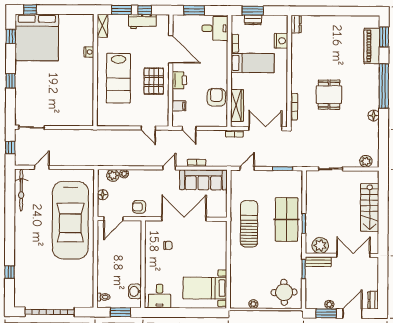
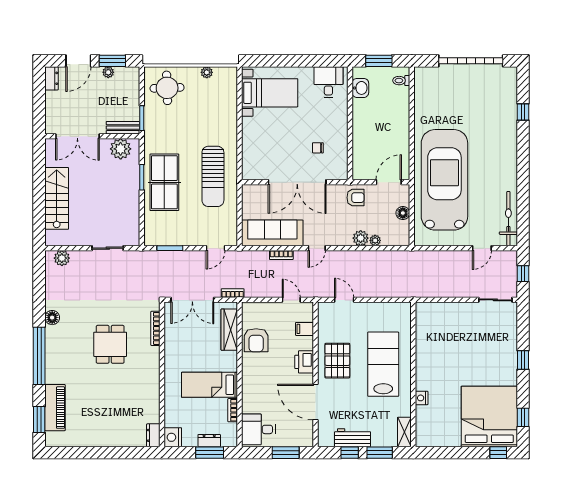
nightstand: (281, 41) -> (173, 437), moved
plant: (113, 175) -> (361, 238), moved

